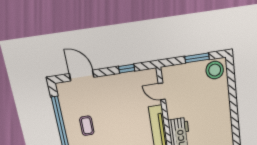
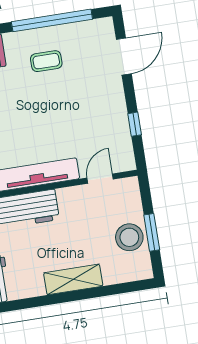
stool: (215, 70) -> (129, 237), moved
shelving: (224, 108) -> (73, 279), added

